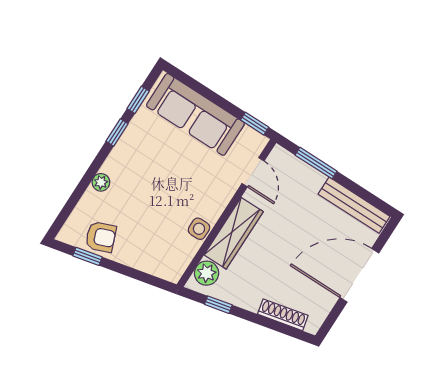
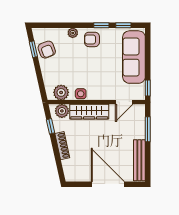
armchair: (129, 160) -> (92, 39), added
plant: (178, 257) -> (61, 92), added
shoe rack: (283, 315) -> (62, 146), moved

